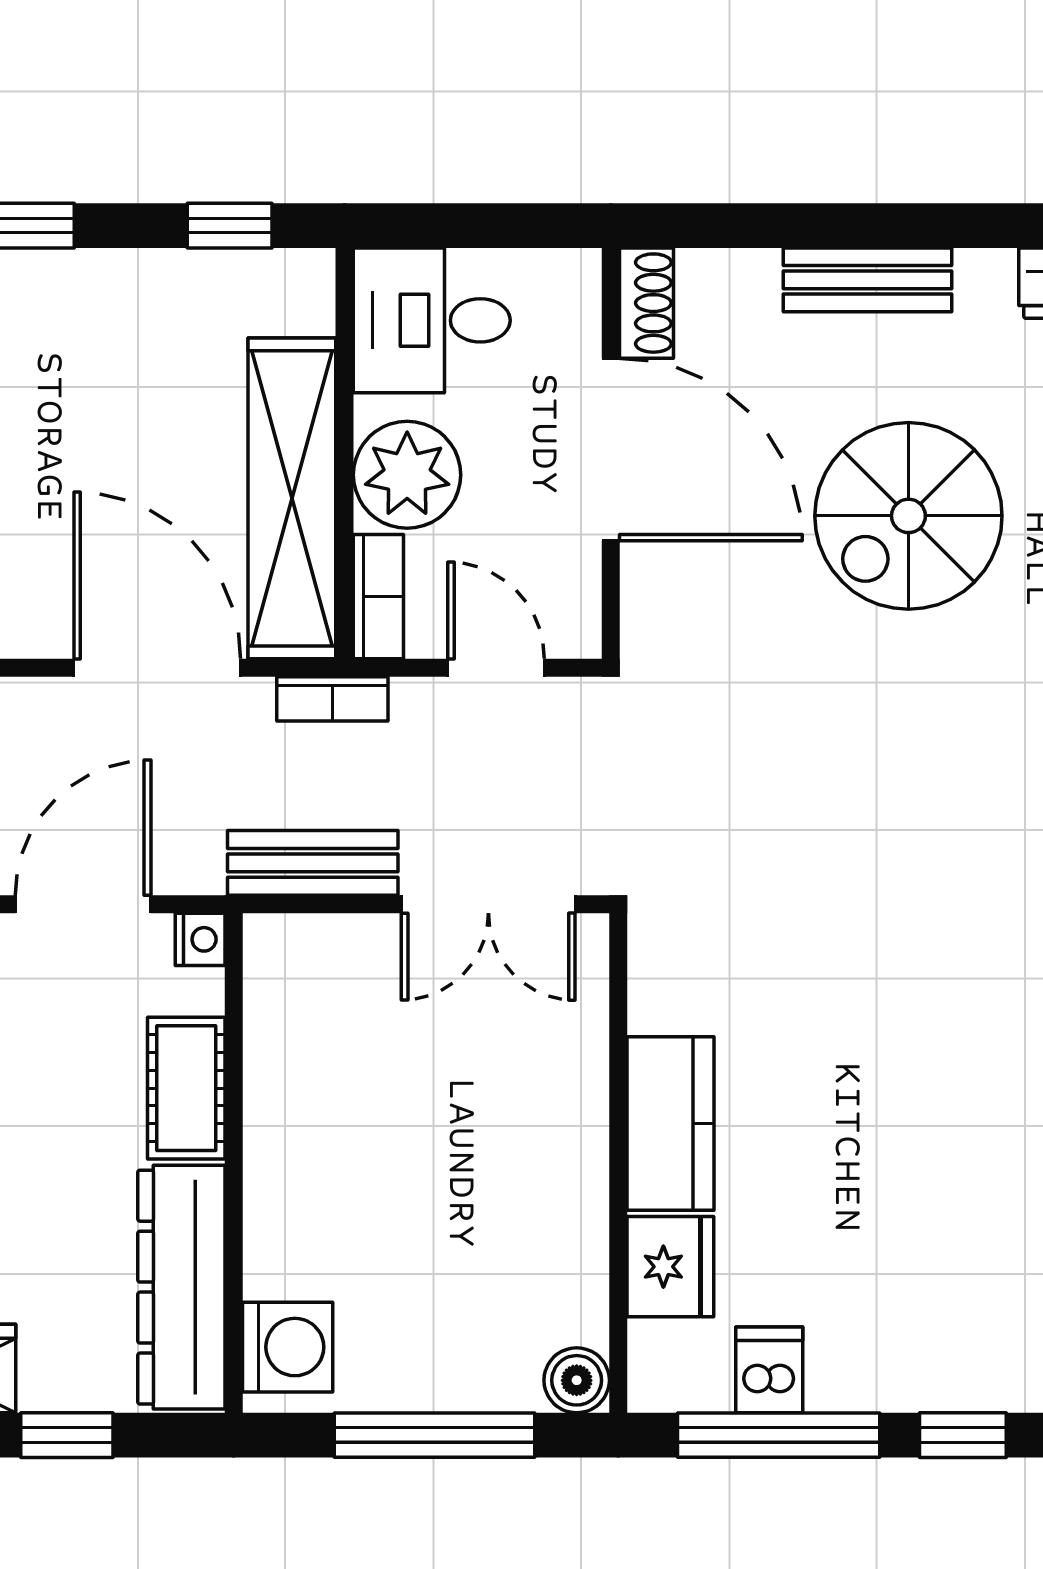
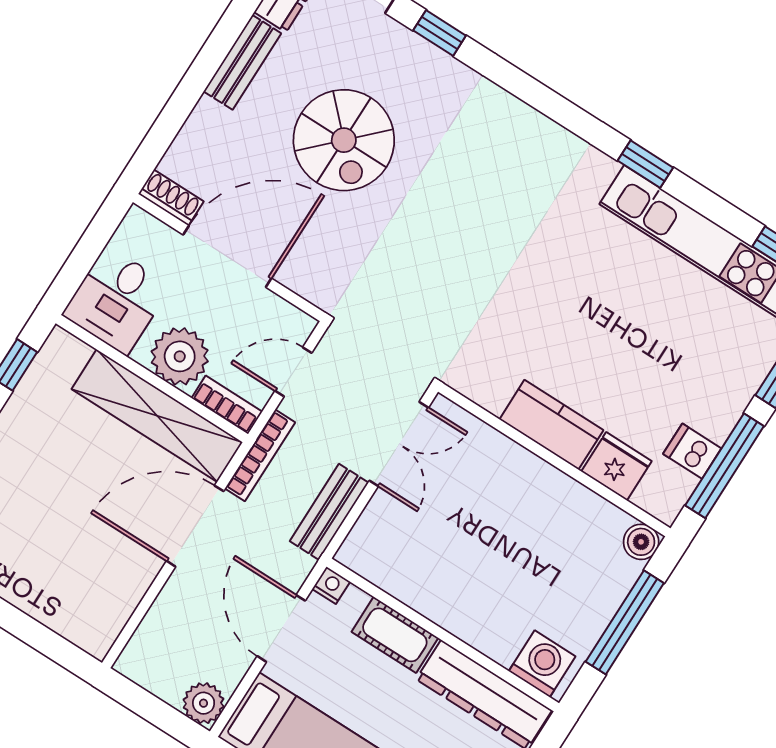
bench: (868, 280) -> (242, 62), moved
bookcase: (332, 699) -> (260, 455), width x1.56

